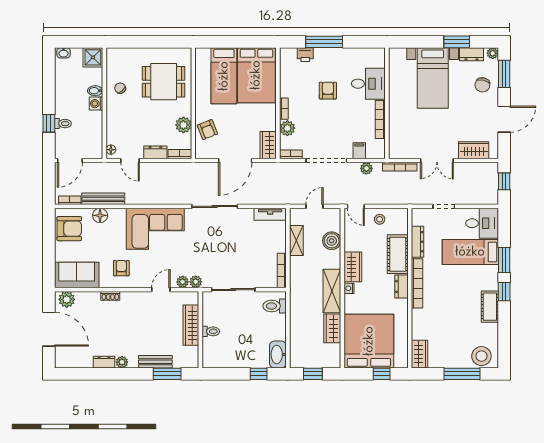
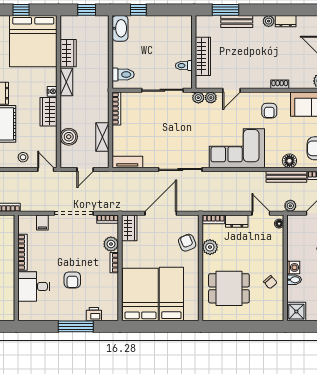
plant: (366, 168) -> (290, 206), moved
shelving: (332, 291) -> (66, 82), width x0.67, depth x0.75
toilet: (211, 331) -> (184, 66), moved

